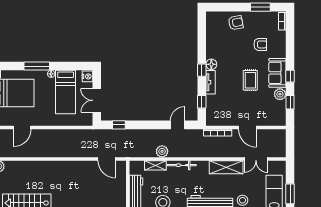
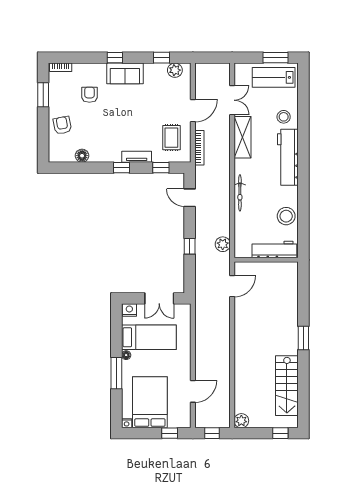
floor lamp: (211, 64) -> (82, 156), moved
window: (290, 76) -> (115, 58), moved
rug: (250, 80) -> (171, 138), moved, turned 90
plant: (280, 94) -> (175, 70), moved
window: (119, 125) -> (190, 246), moved
door: (22, 127) -> (193, 391), hinge flipped
plant: (162, 151) -> (223, 244), moved
shelving: (155, 165) -> (240, 225), removed

